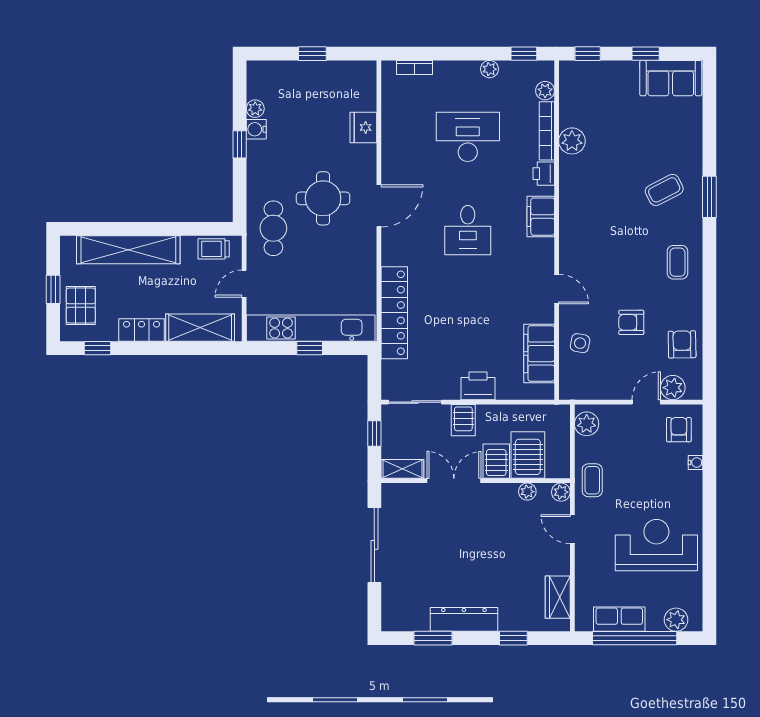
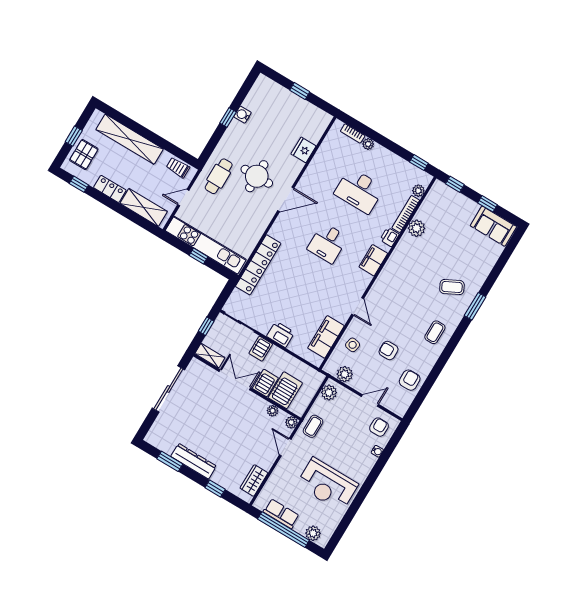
plant: (490, 69) -> (368, 144), moved
plant: (255, 109) -> (249, 103), removed
desk: (468, 137) -> (359, 191), turned 180
plant: (673, 388) -> (345, 374), moved
reception desk: (656, 545) -> (327, 485), turned 180

